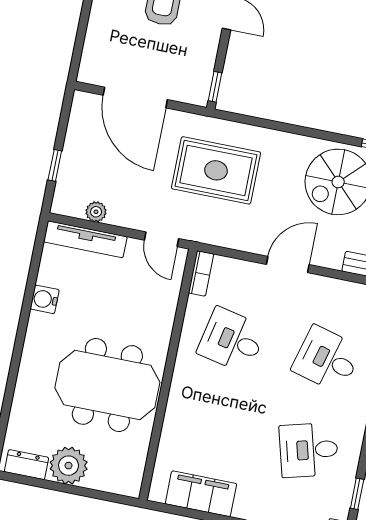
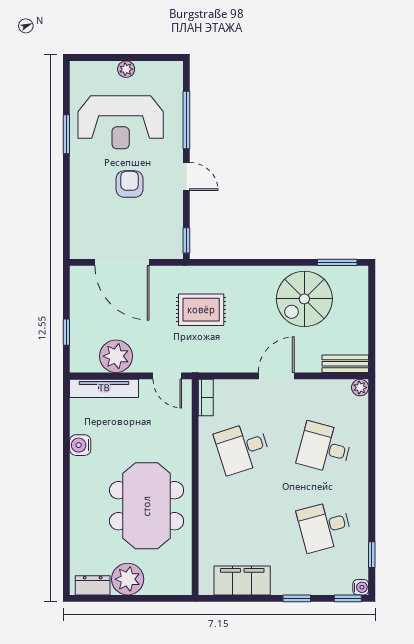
rug: (216, 170) -> (201, 310), width x0.73, depth x0.70
plant: (96, 212) -> (116, 356), width x1.87, depth x1.87
desk: (232, 340) -> (242, 448), turned -30
meeting table: (107, 385) -> (147, 506), turned 90

